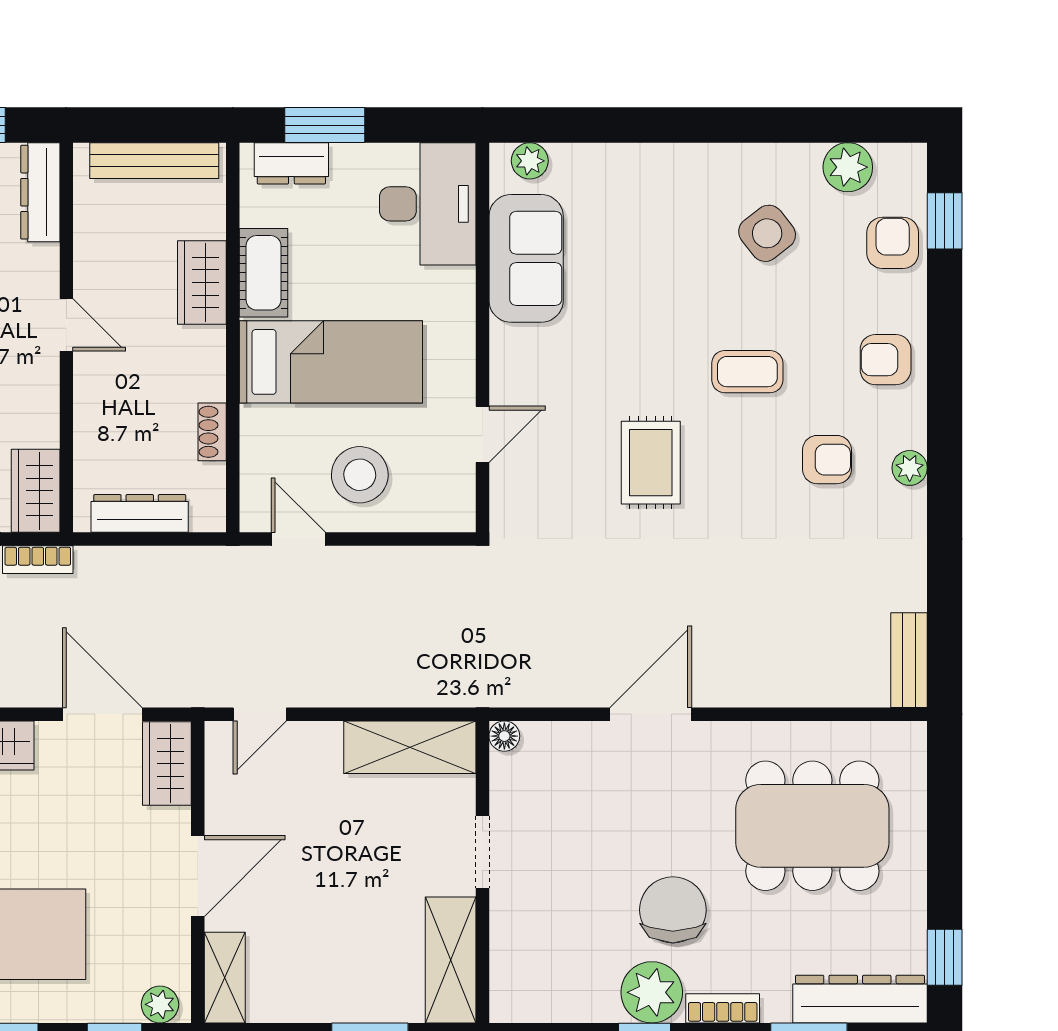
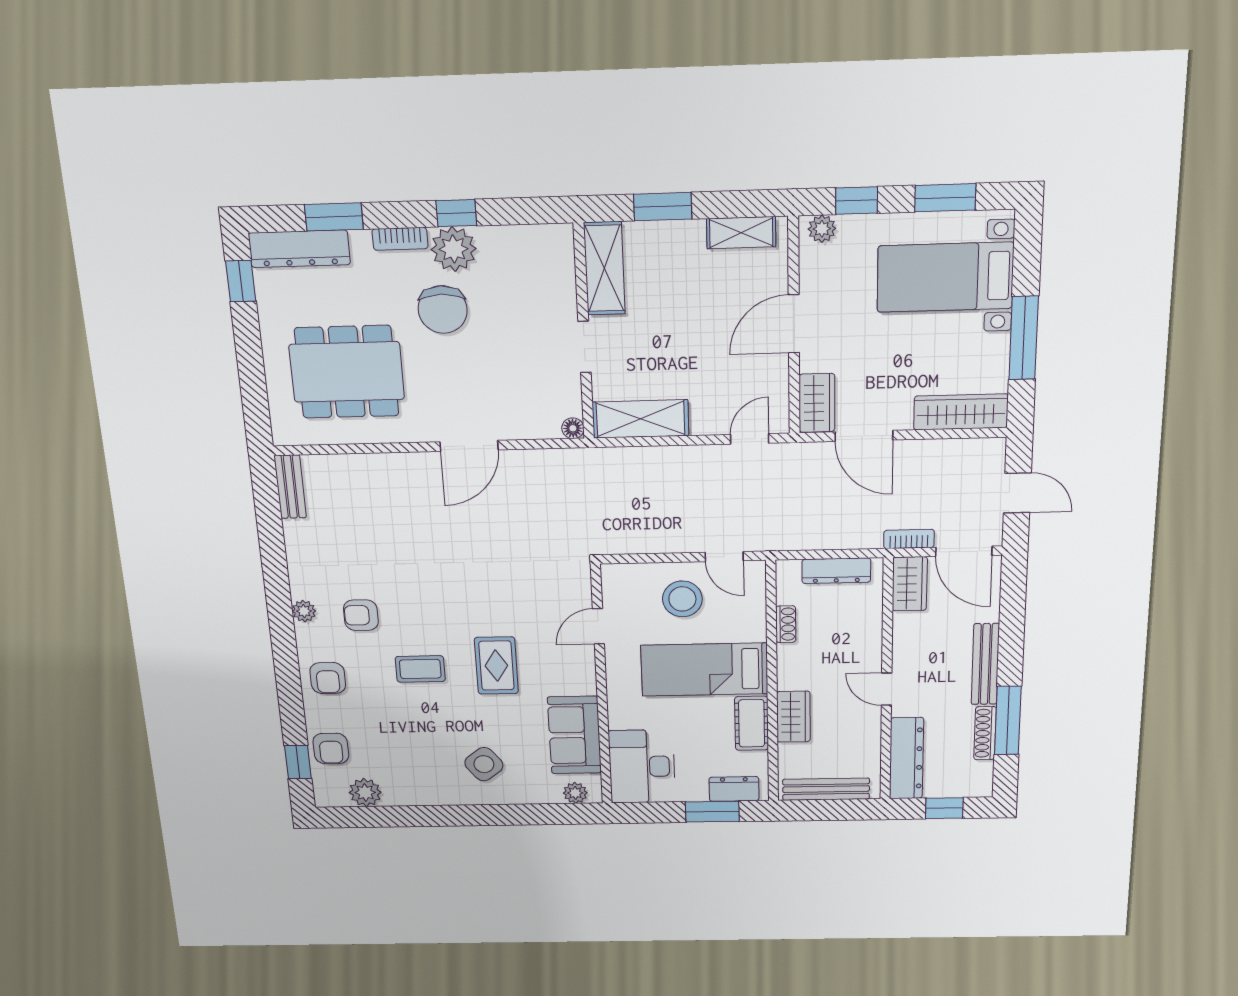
dresser: (40, 192) -> (906, 758), width x1.37, depth x1.24
side table: (767, 233) -> (484, 764), moved
armchair: (886, 360) -> (328, 678), turned 90
rug: (651, 463) -> (496, 666), moved
shelving: (225, 978) -> (741, 233), moved, turned 90

